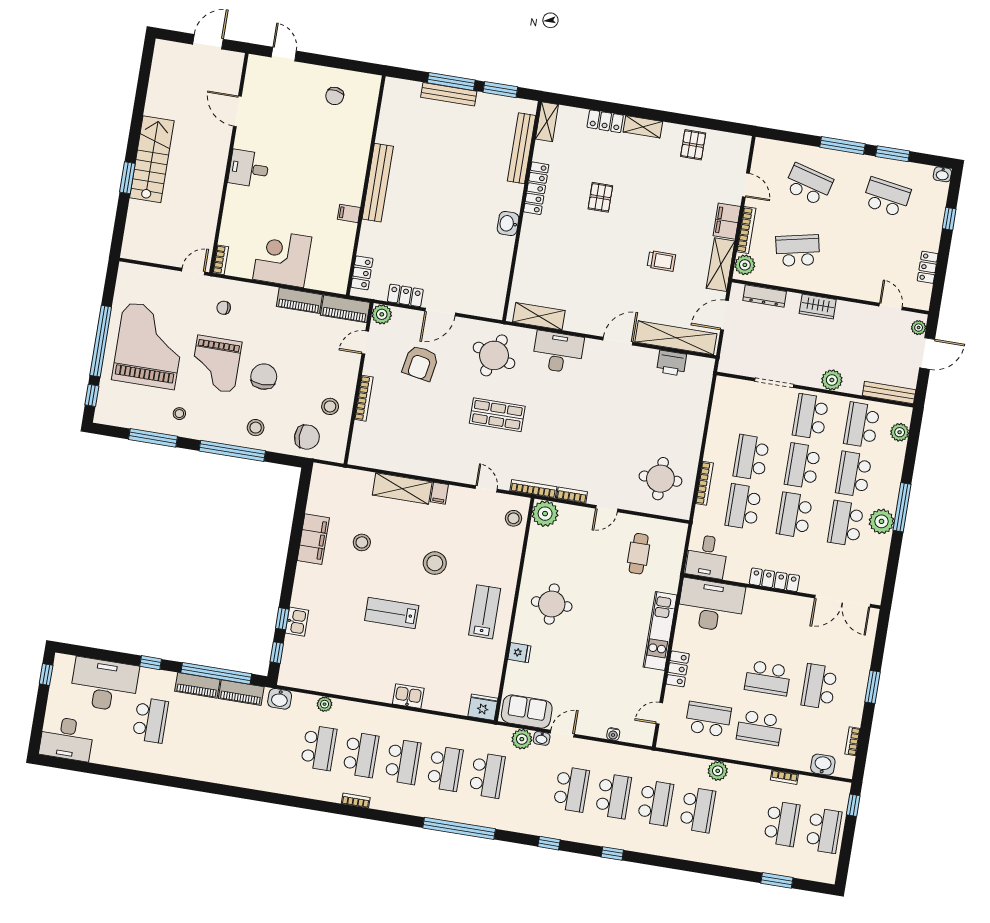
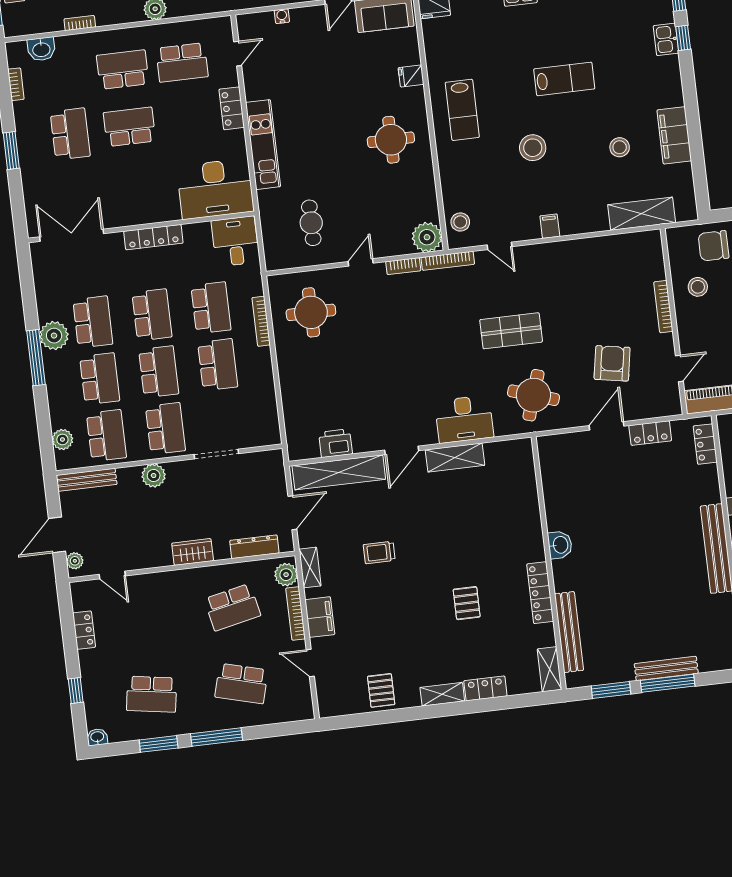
shelving: (721, 265) -> (310, 568), width x0.67, depth x0.75
plant: (382, 314) -> (670, 405), removed
shelving: (539, 316) -> (455, 458), moved
shelving: (402, 488) -> (642, 214), moved

